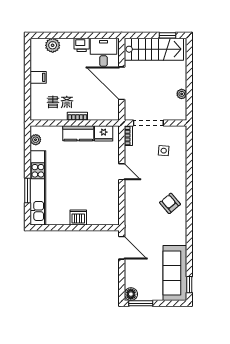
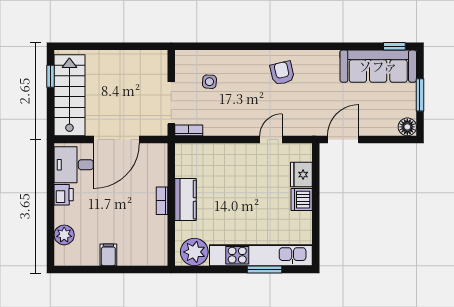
plant: (182, 94) -> (131, 57), removed
fridge: (104, 133) -> (301, 175), moved, turned 180
plant: (36, 140) -> (194, 252), width x1.88, depth x1.88
door: (122, 172) -> (271, 140), moved
armchair: (170, 203) -> (282, 73), turned 117
window: (141, 303) -> (420, 95), moved

